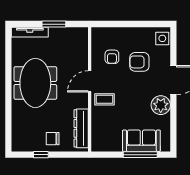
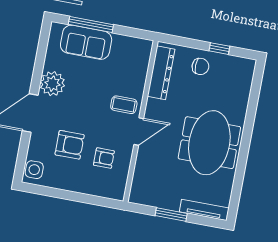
armchair: (112, 57) -> (104, 158), turned 90

